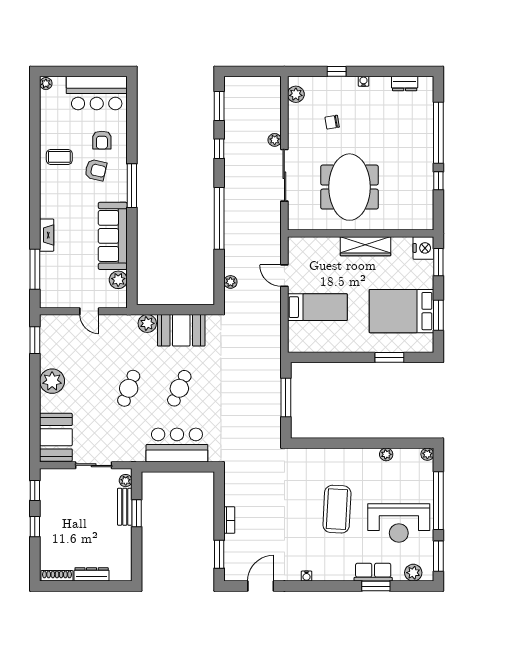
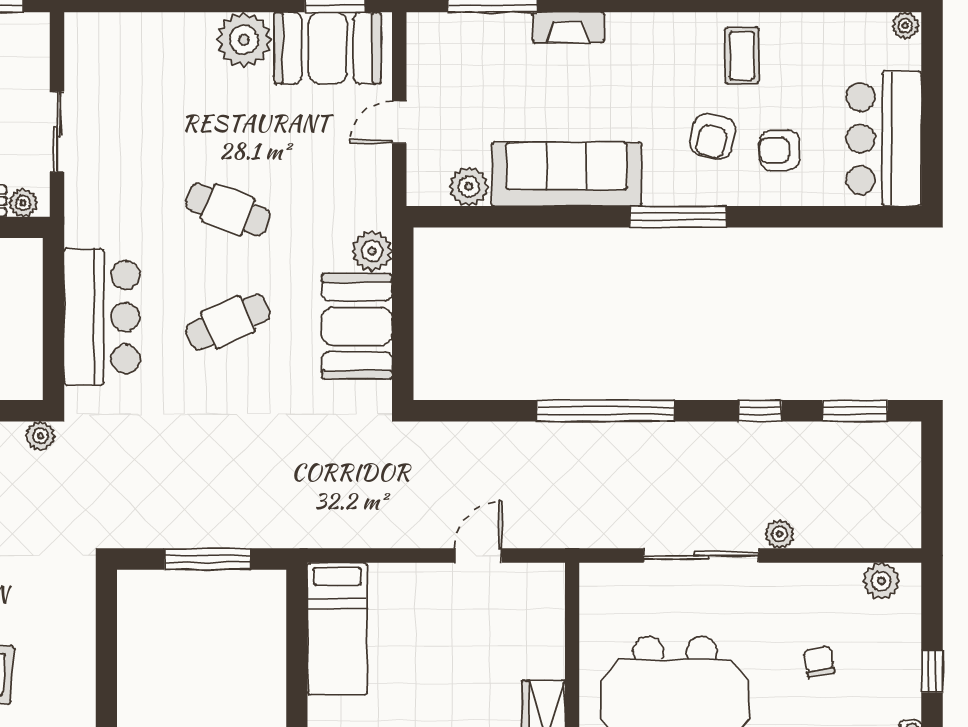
plant: (230, 282) -> (40, 436), moved
bed: (317, 307) -> (337, 629), moved
cafe table: (179, 388) -> (228, 322), turned -48
booth: (56, 437) -> (328, 48), moved

